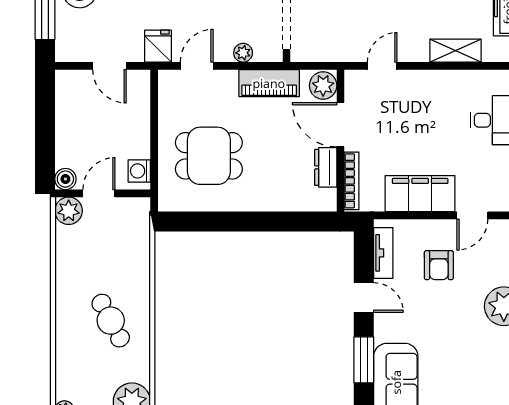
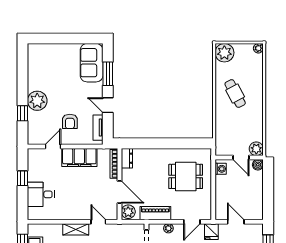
shelving: (455, 51) -> (76, 229), moved
door: (382, 66) -> (98, 222), swing flipped
dresser: (326, 167) -> (127, 158), moved
door: (99, 193) -> (241, 158), hinge flipped
armchair: (439, 265) -> (70, 121), turned 180

